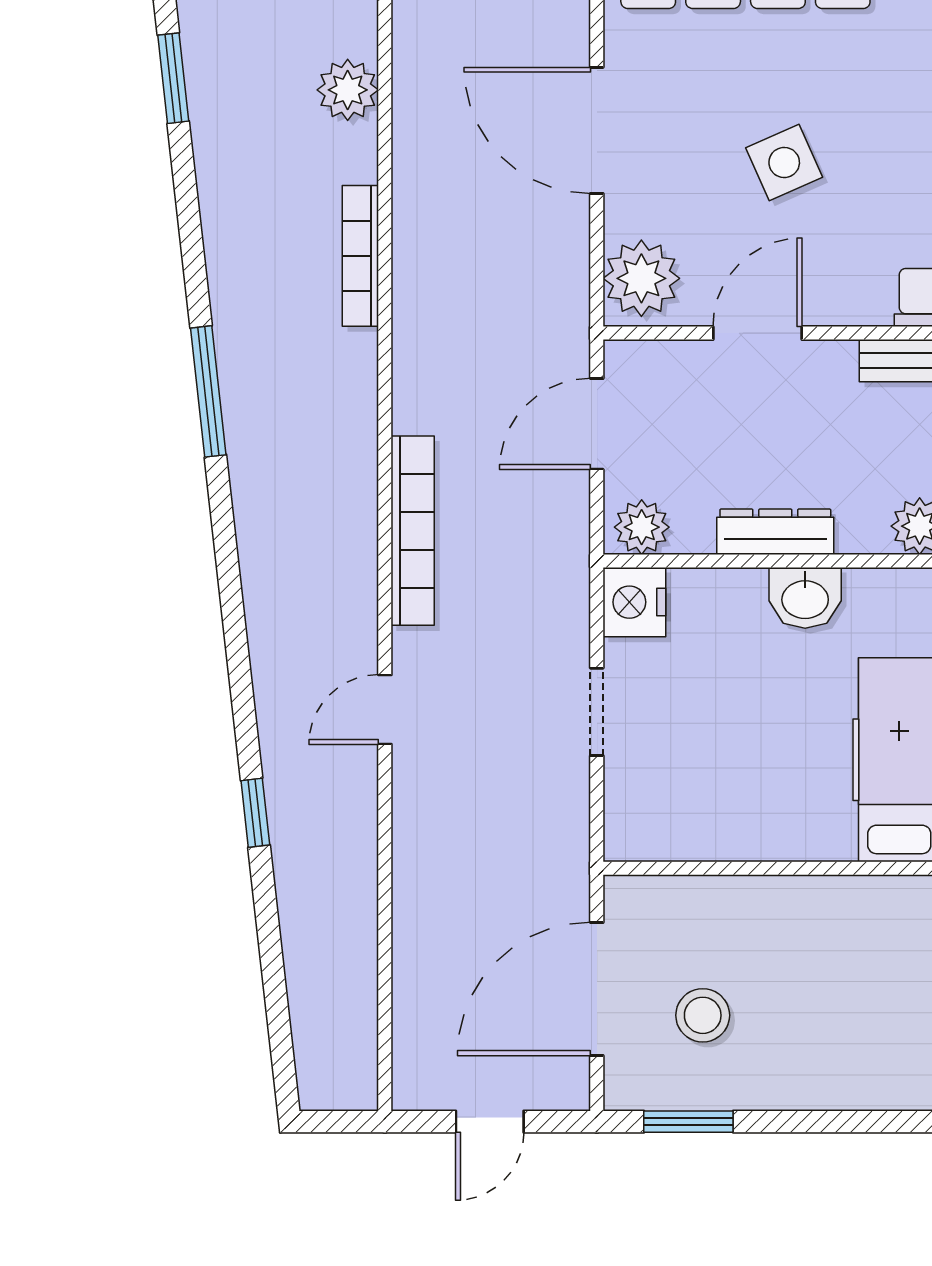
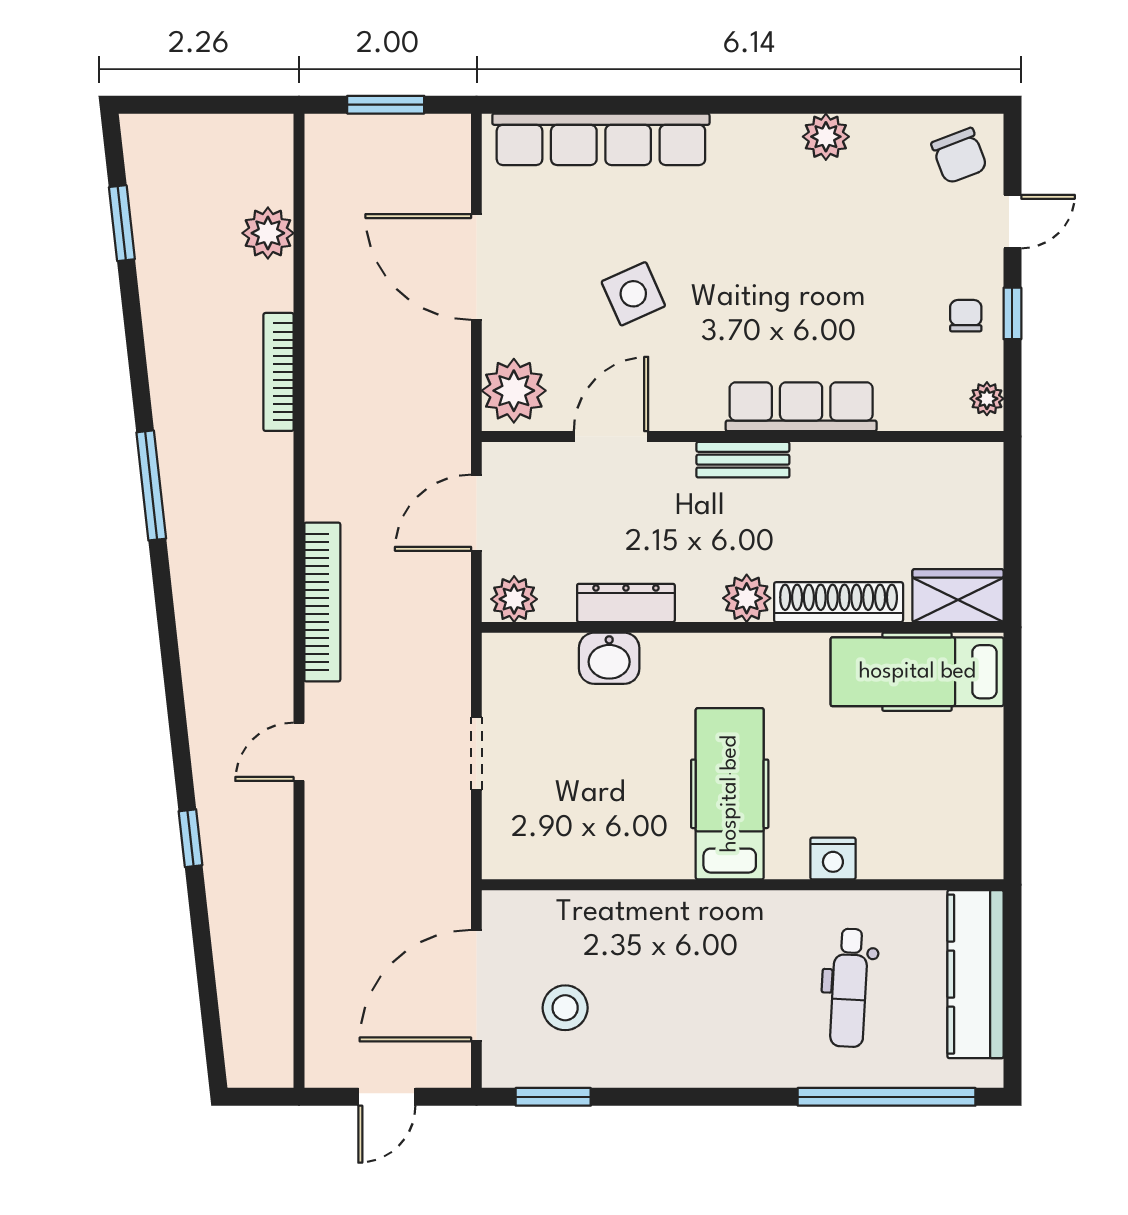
washbasin: (805, 598) -> (609, 658), moved
nightstand: (634, 602) -> (508, 662), removed

